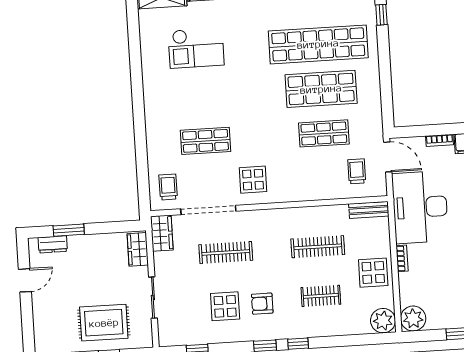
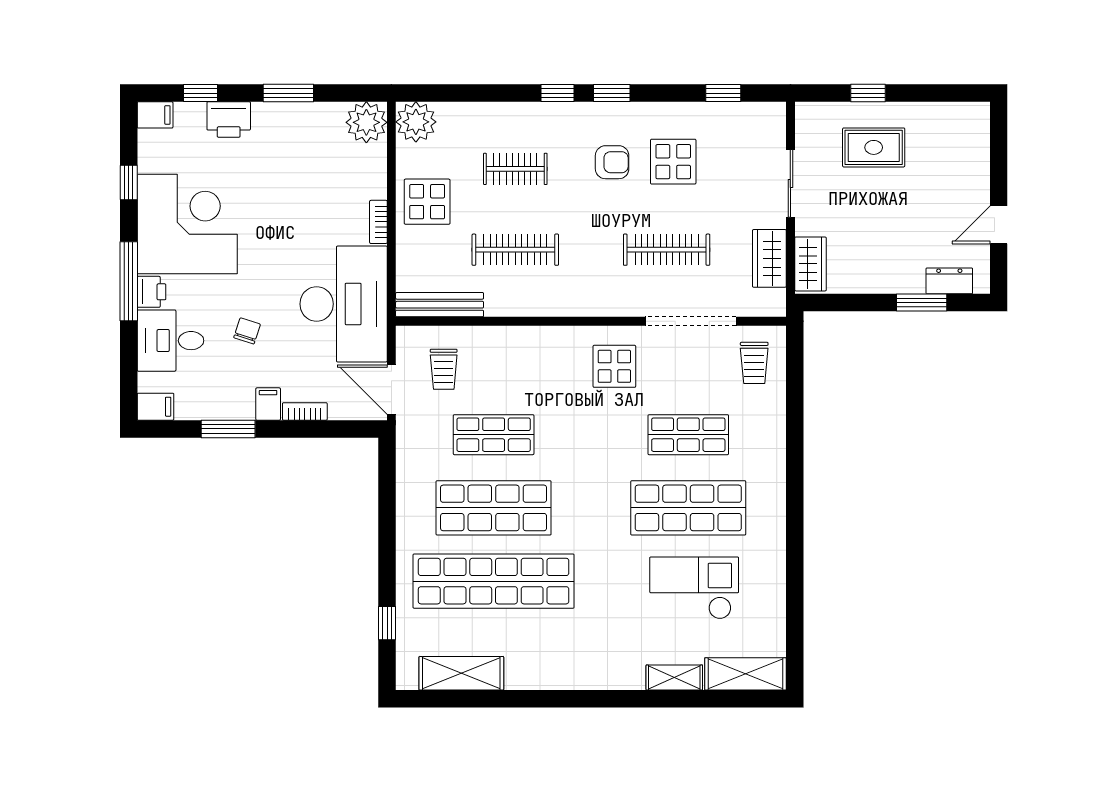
shop shelf: (203, 96) -> (688, 508), added
bench: (369, 210) -> (440, 305), width x1.36
wardrobe: (162, 233) -> (769, 258), moved
rug: (104, 323) -> (874, 147), width x0.73, depth x0.70

